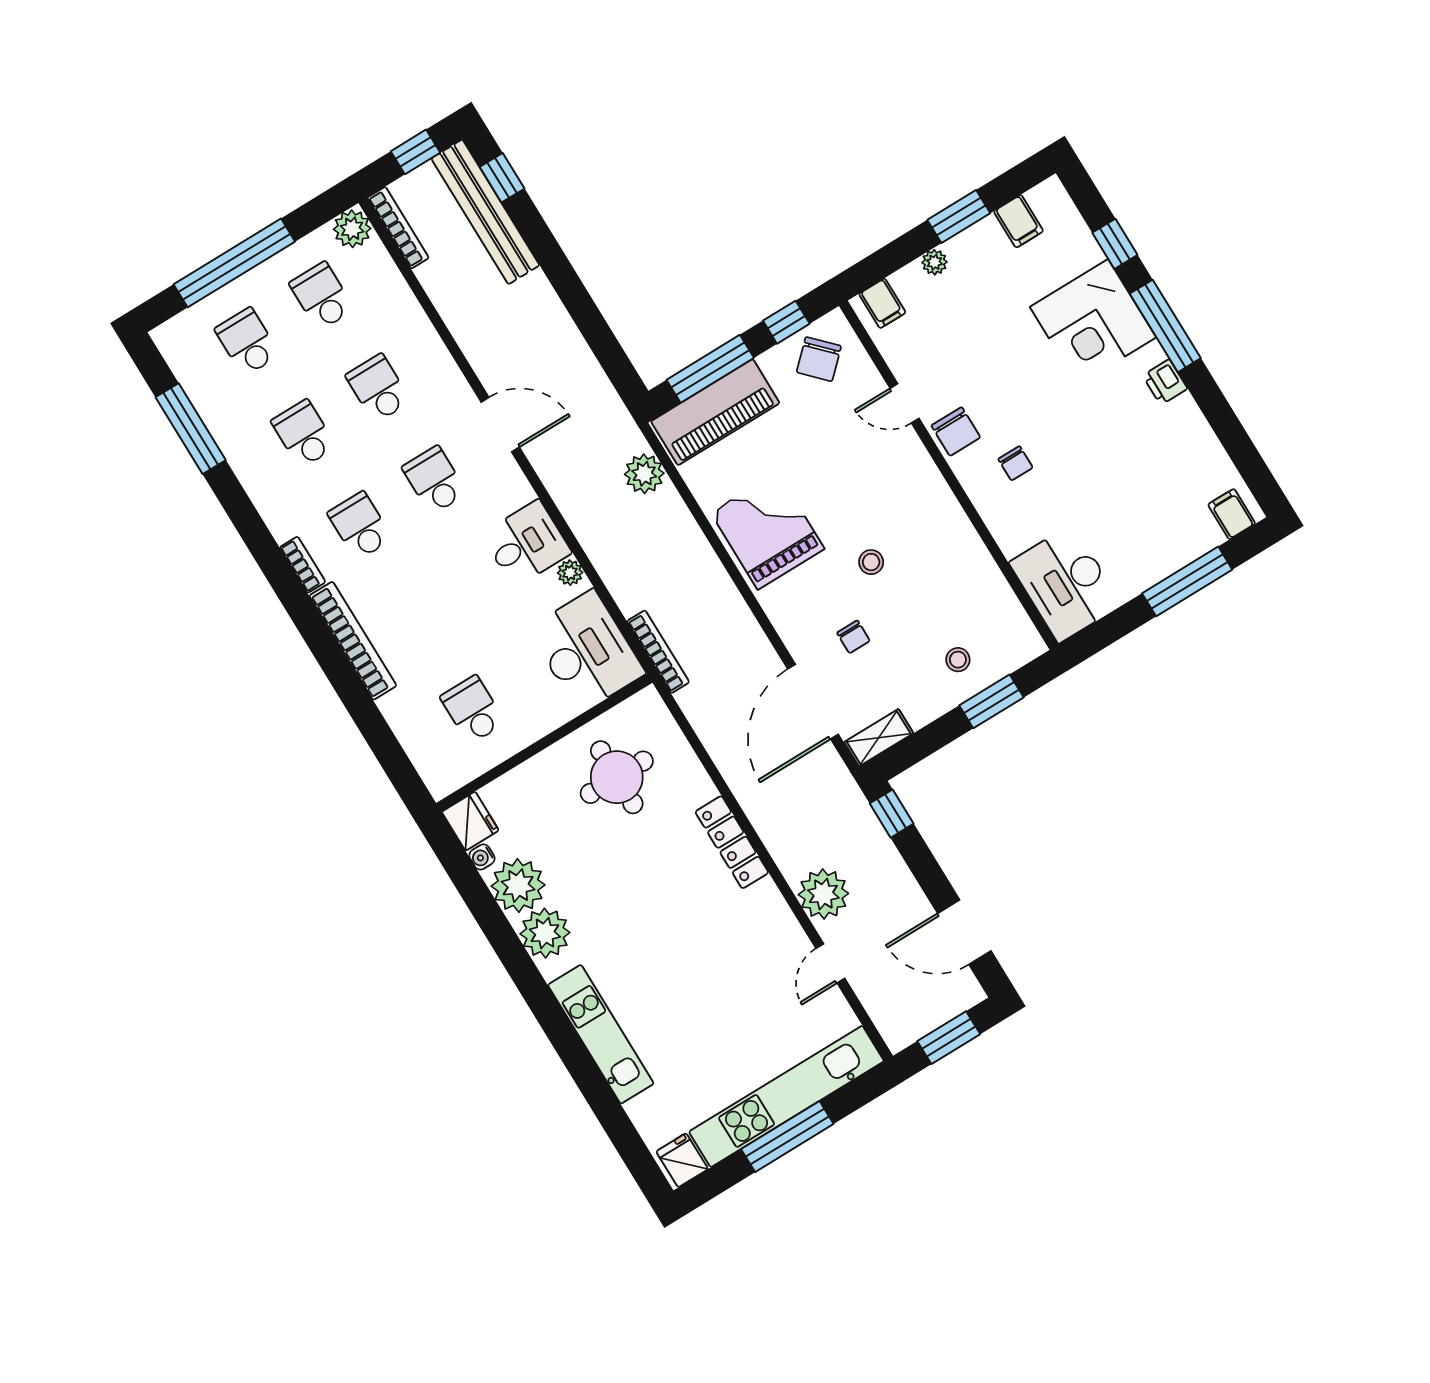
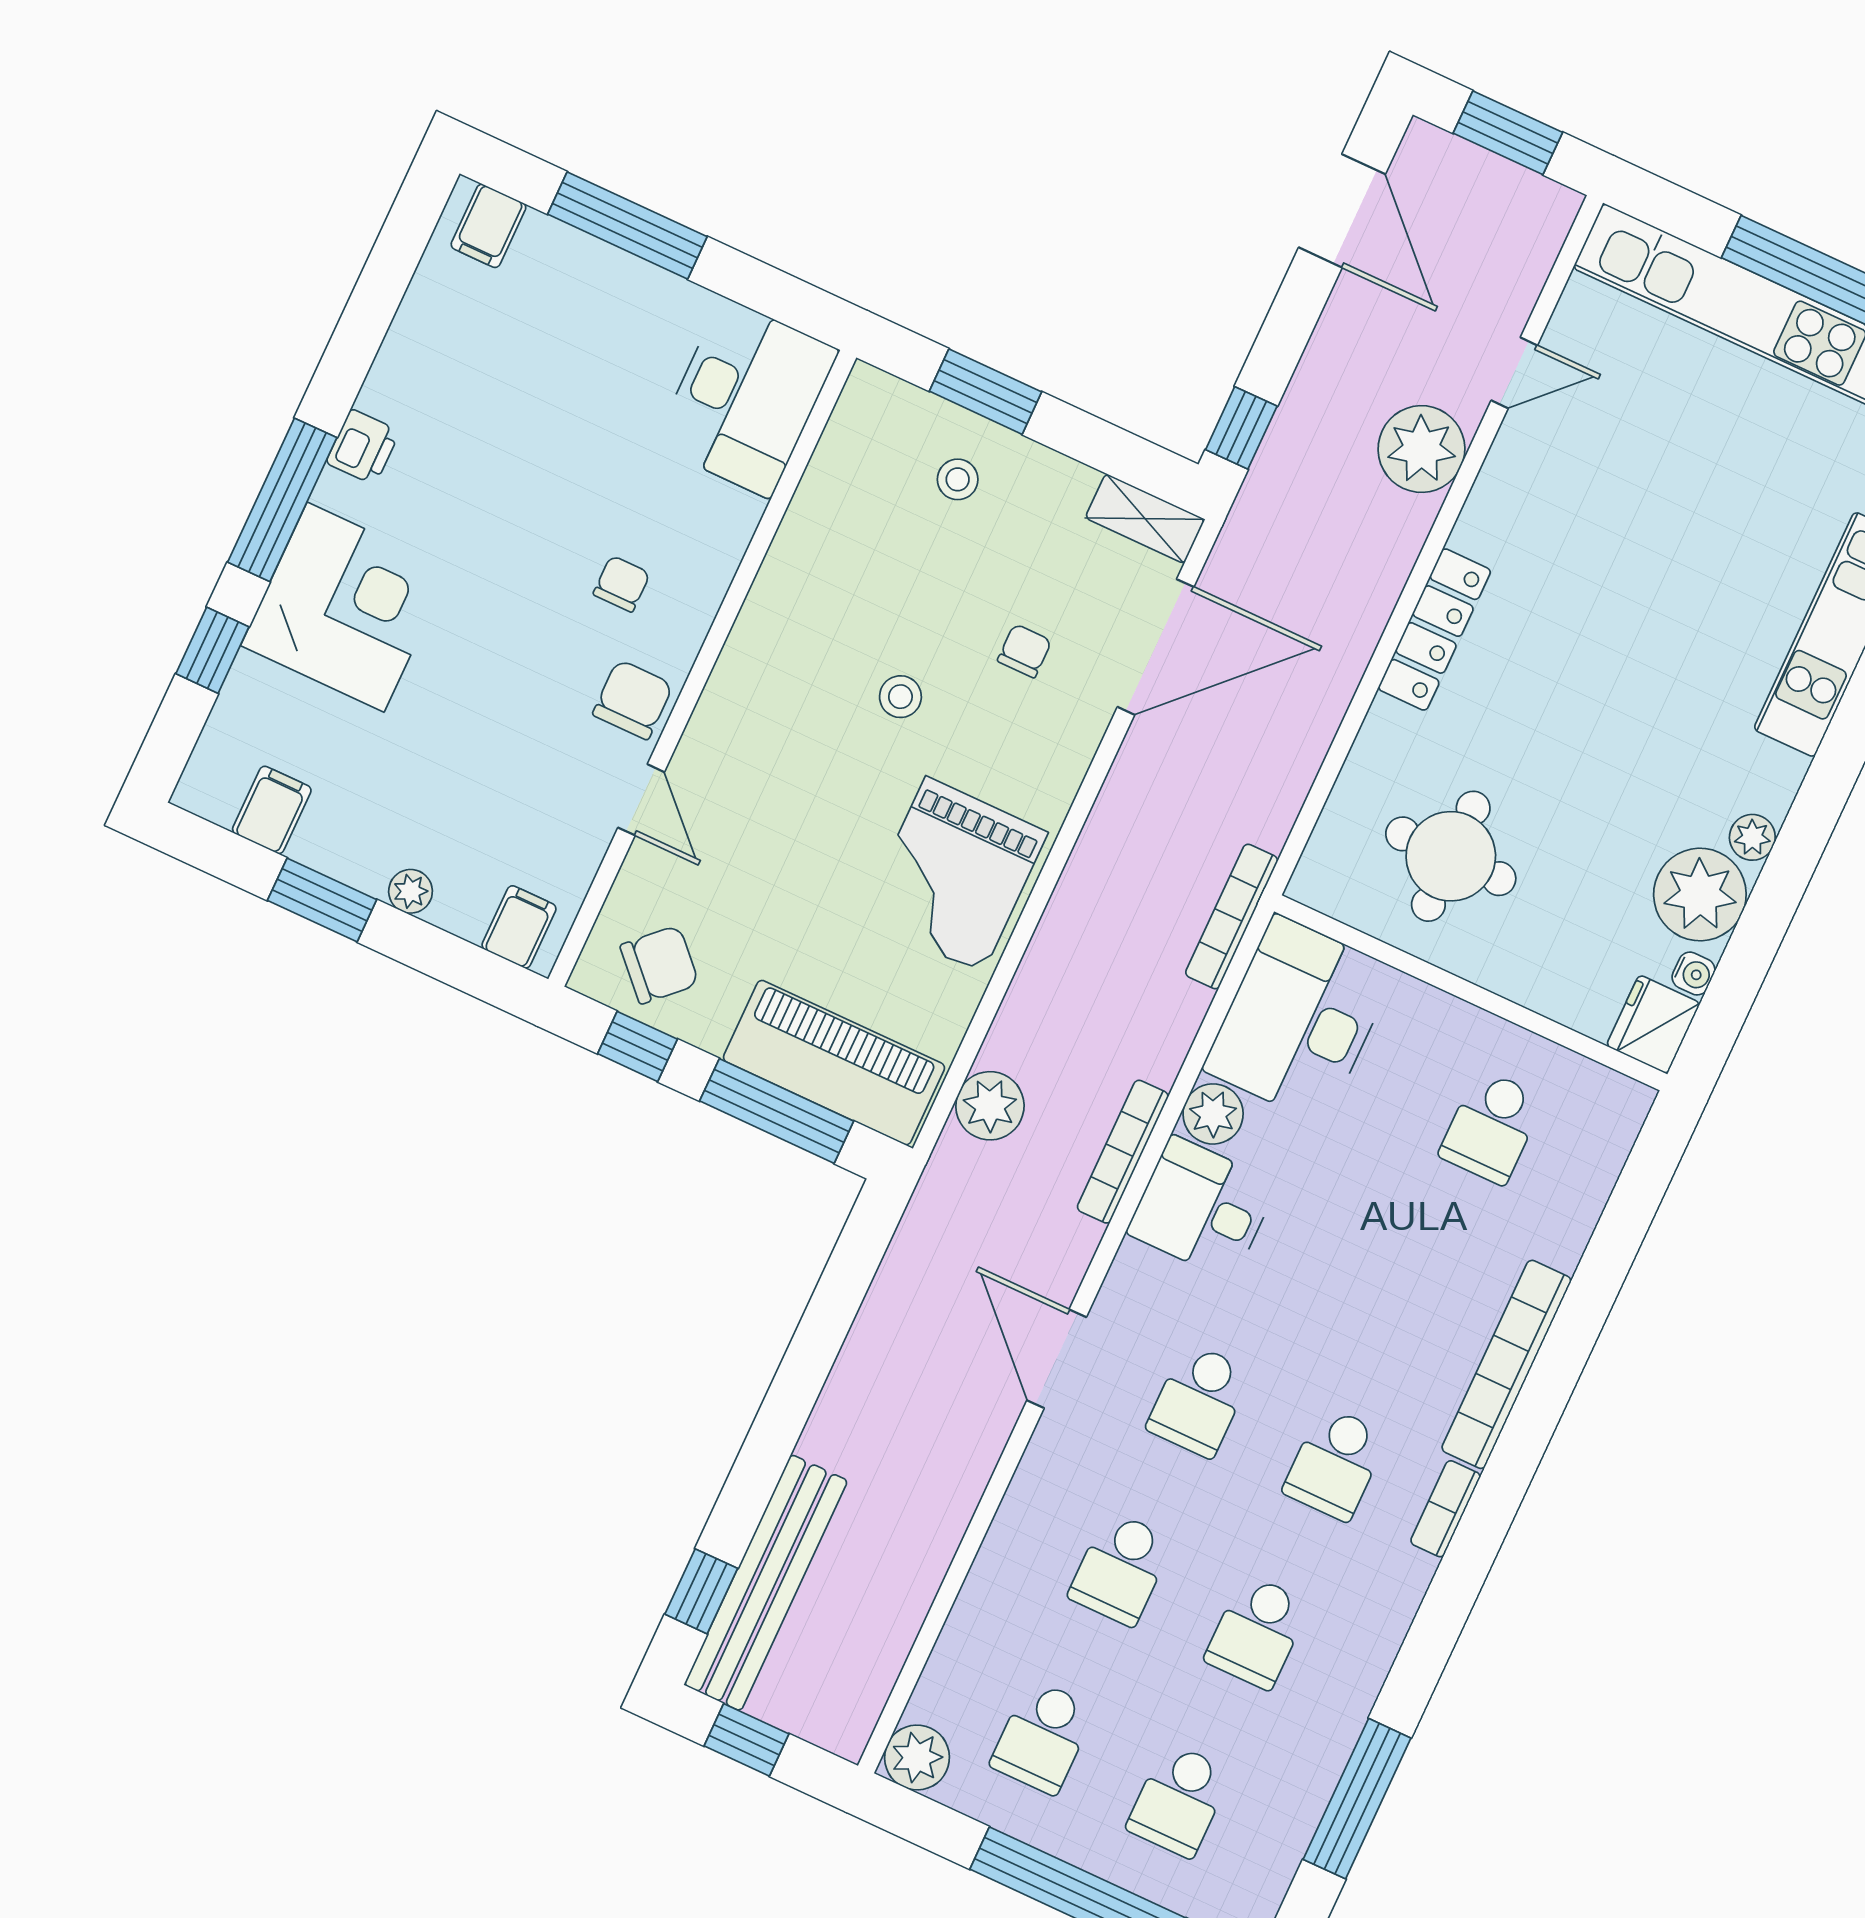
bookcase: (398, 228) -> (1123, 1152), moved
plant: (570, 573) -> (1213, 1114), width x1.38, depth x1.38
plant: (545, 933) -> (1752, 837), width x0.53, depth x0.53

